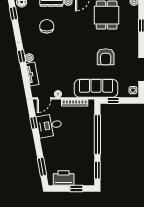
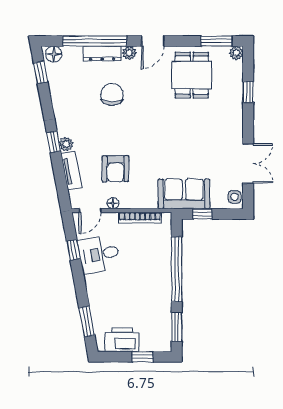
chair: (47, 26) -> (112, 95), moved
armchair: (106, 57) -> (115, 169), moved
sofa: (96, 88) -> (184, 194), width x0.73

